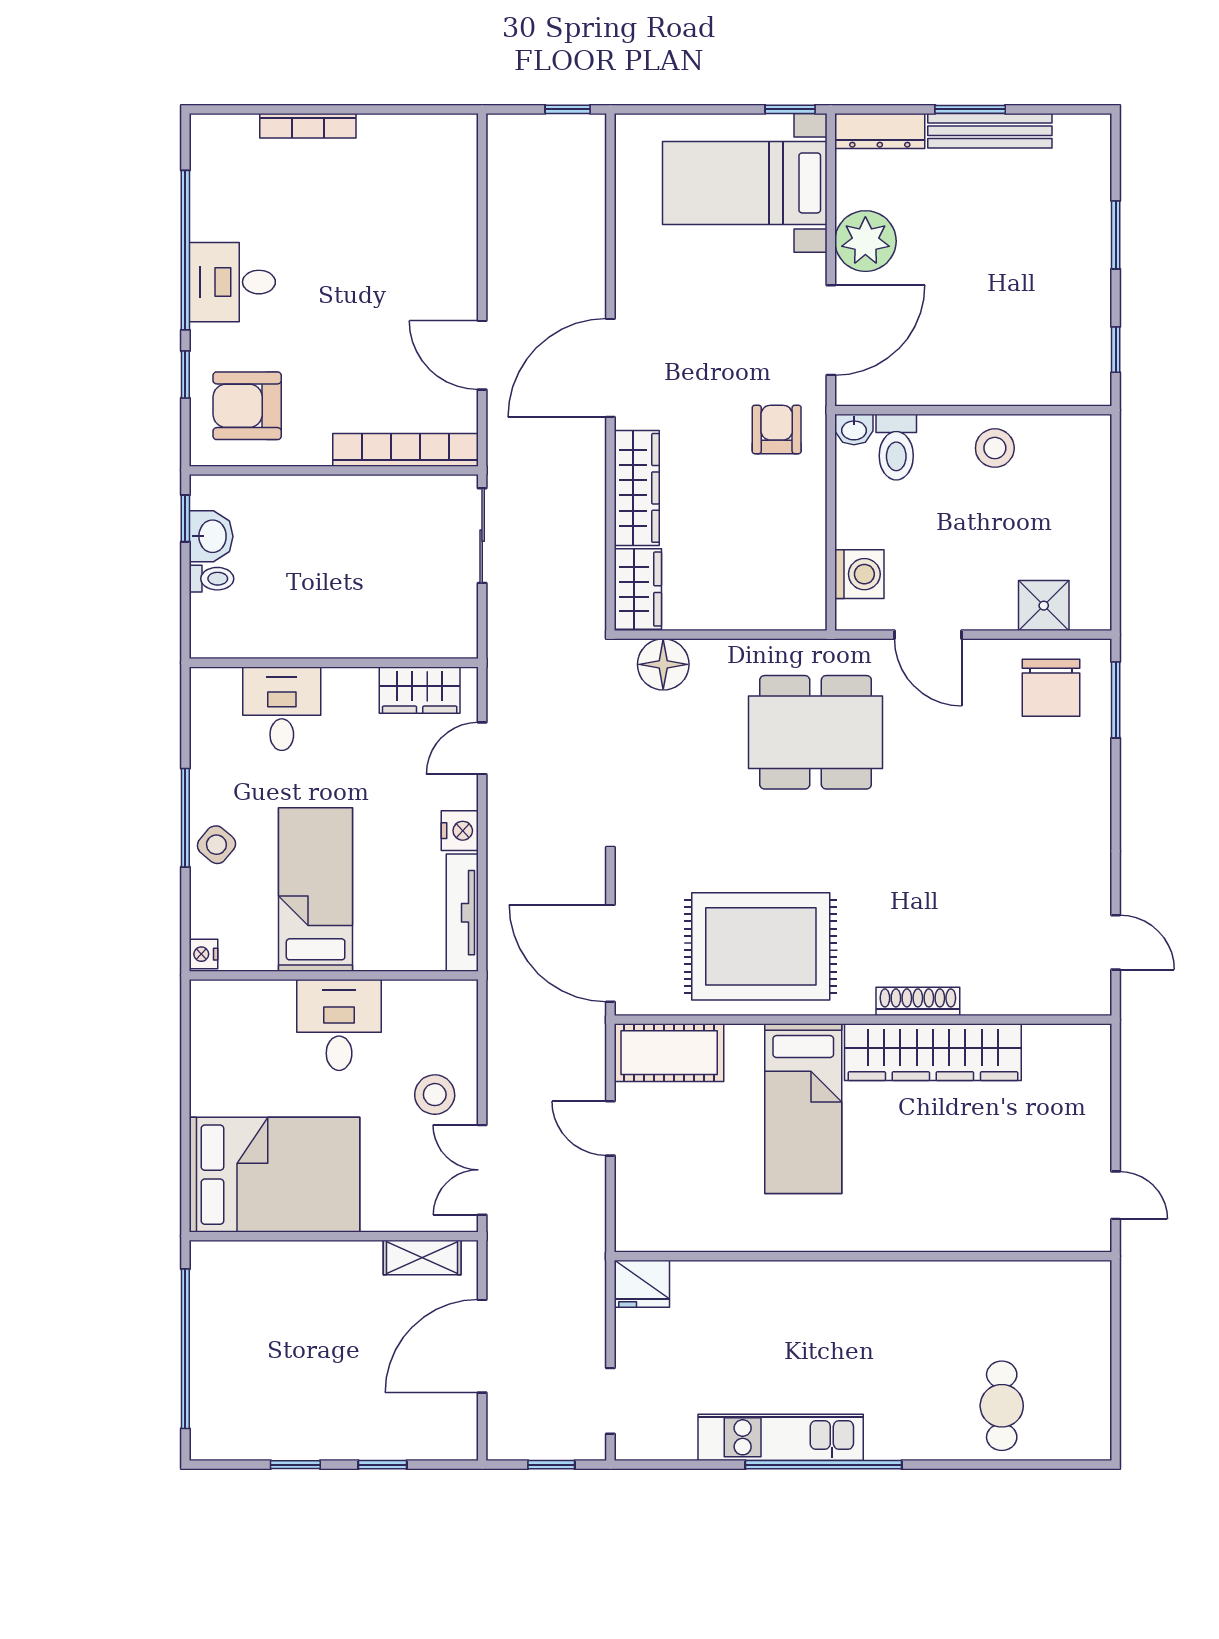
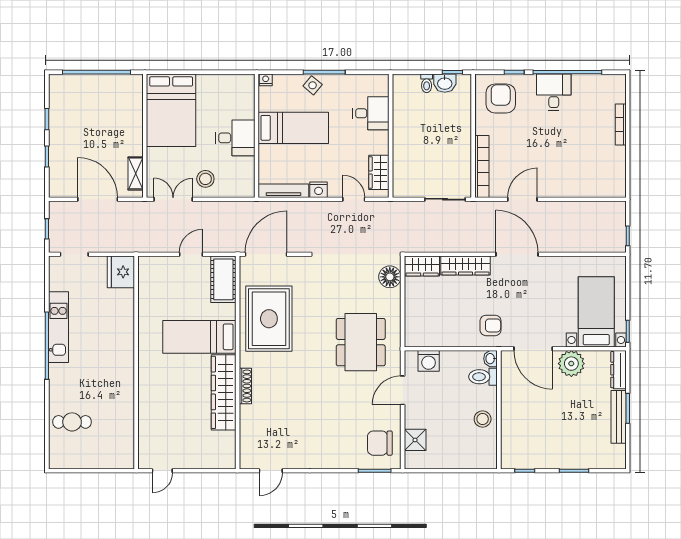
fridge: (642, 1284) -> (121, 272), width x1.36, depth x1.34

